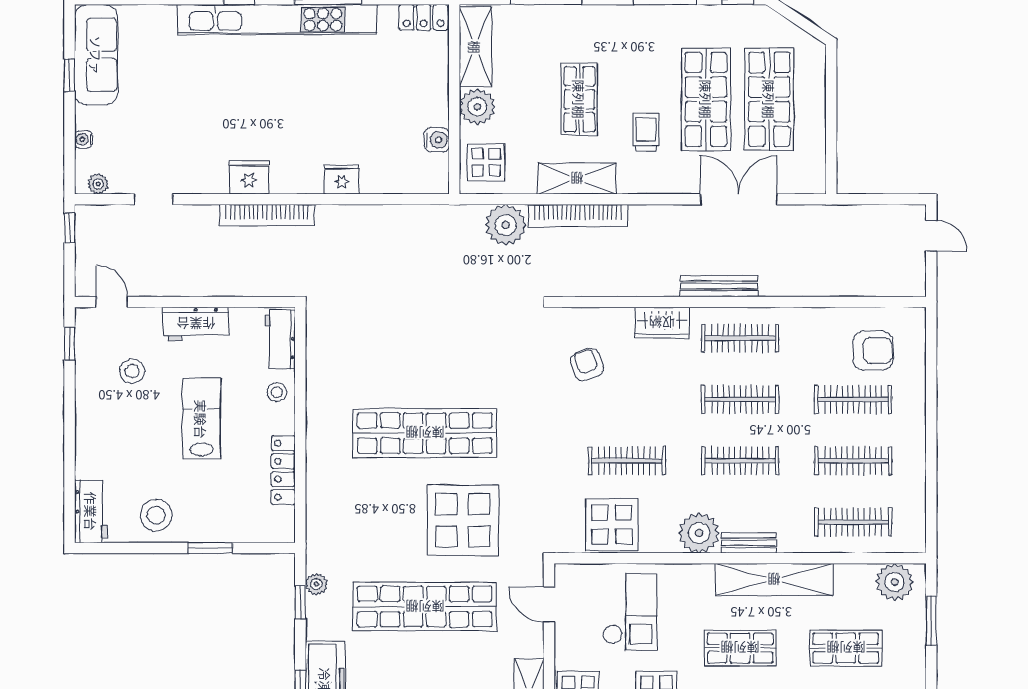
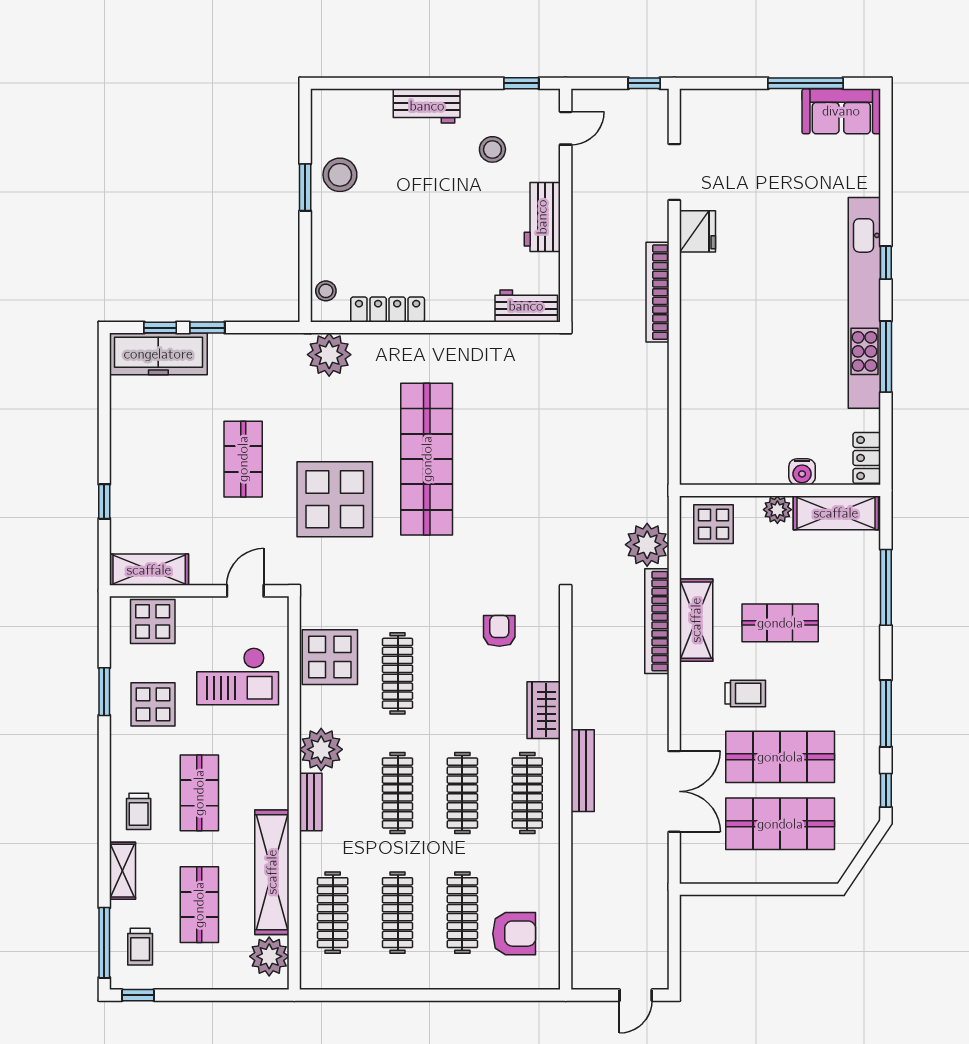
sofa: (96, 55) -> (841, 111), width x0.73
window: (70, 75) -> (806, 83), width x2.17
plant: (477, 107) -> (777, 510), width x0.73, depth x0.73
water cooler: (83, 139) -> (738, 98), removed
water cooler: (437, 140) -> (802, 472), moved
fridge: (249, 177) -> (698, 231), moved
fridge: (342, 179) -> (695, 371), removed
plant: (98, 184) -> (690, 114), removed
doorway: (153, 199) -> (674, 172), width x1.38
armchair: (873, 351) -> (514, 934), turned -90
armchair: (587, 365) -> (499, 631), turned -70
stool: (277, 392) -> (326, 291), moved
lab bench: (201, 419) -> (442, 223), removed
workbench: (91, 511) -> (427, 106), moved
window: (210, 548) -> (305, 187), moved
shelving: (774, 580) -> (272, 872), moved
plant: (316, 584) -> (329, 355), moved, width x1.87, depth x1.87
window: (300, 602) -> (207, 328), moved
shop shelf: (425, 607) -> (243, 459), width x0.50, depth x0.74
window: (931, 621) -> (228, 995), removed

